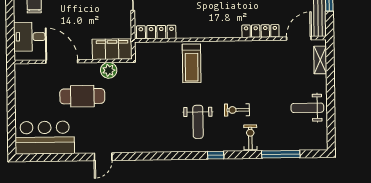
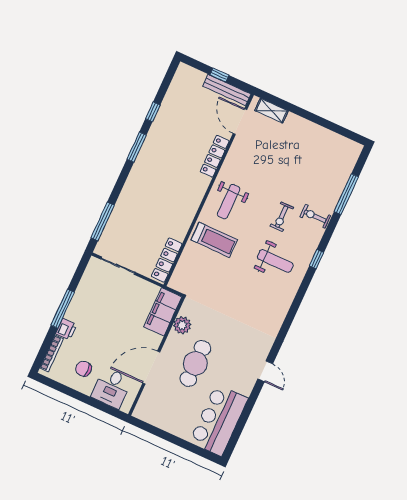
weight bench: (307, 108) -> (229, 202), moved

